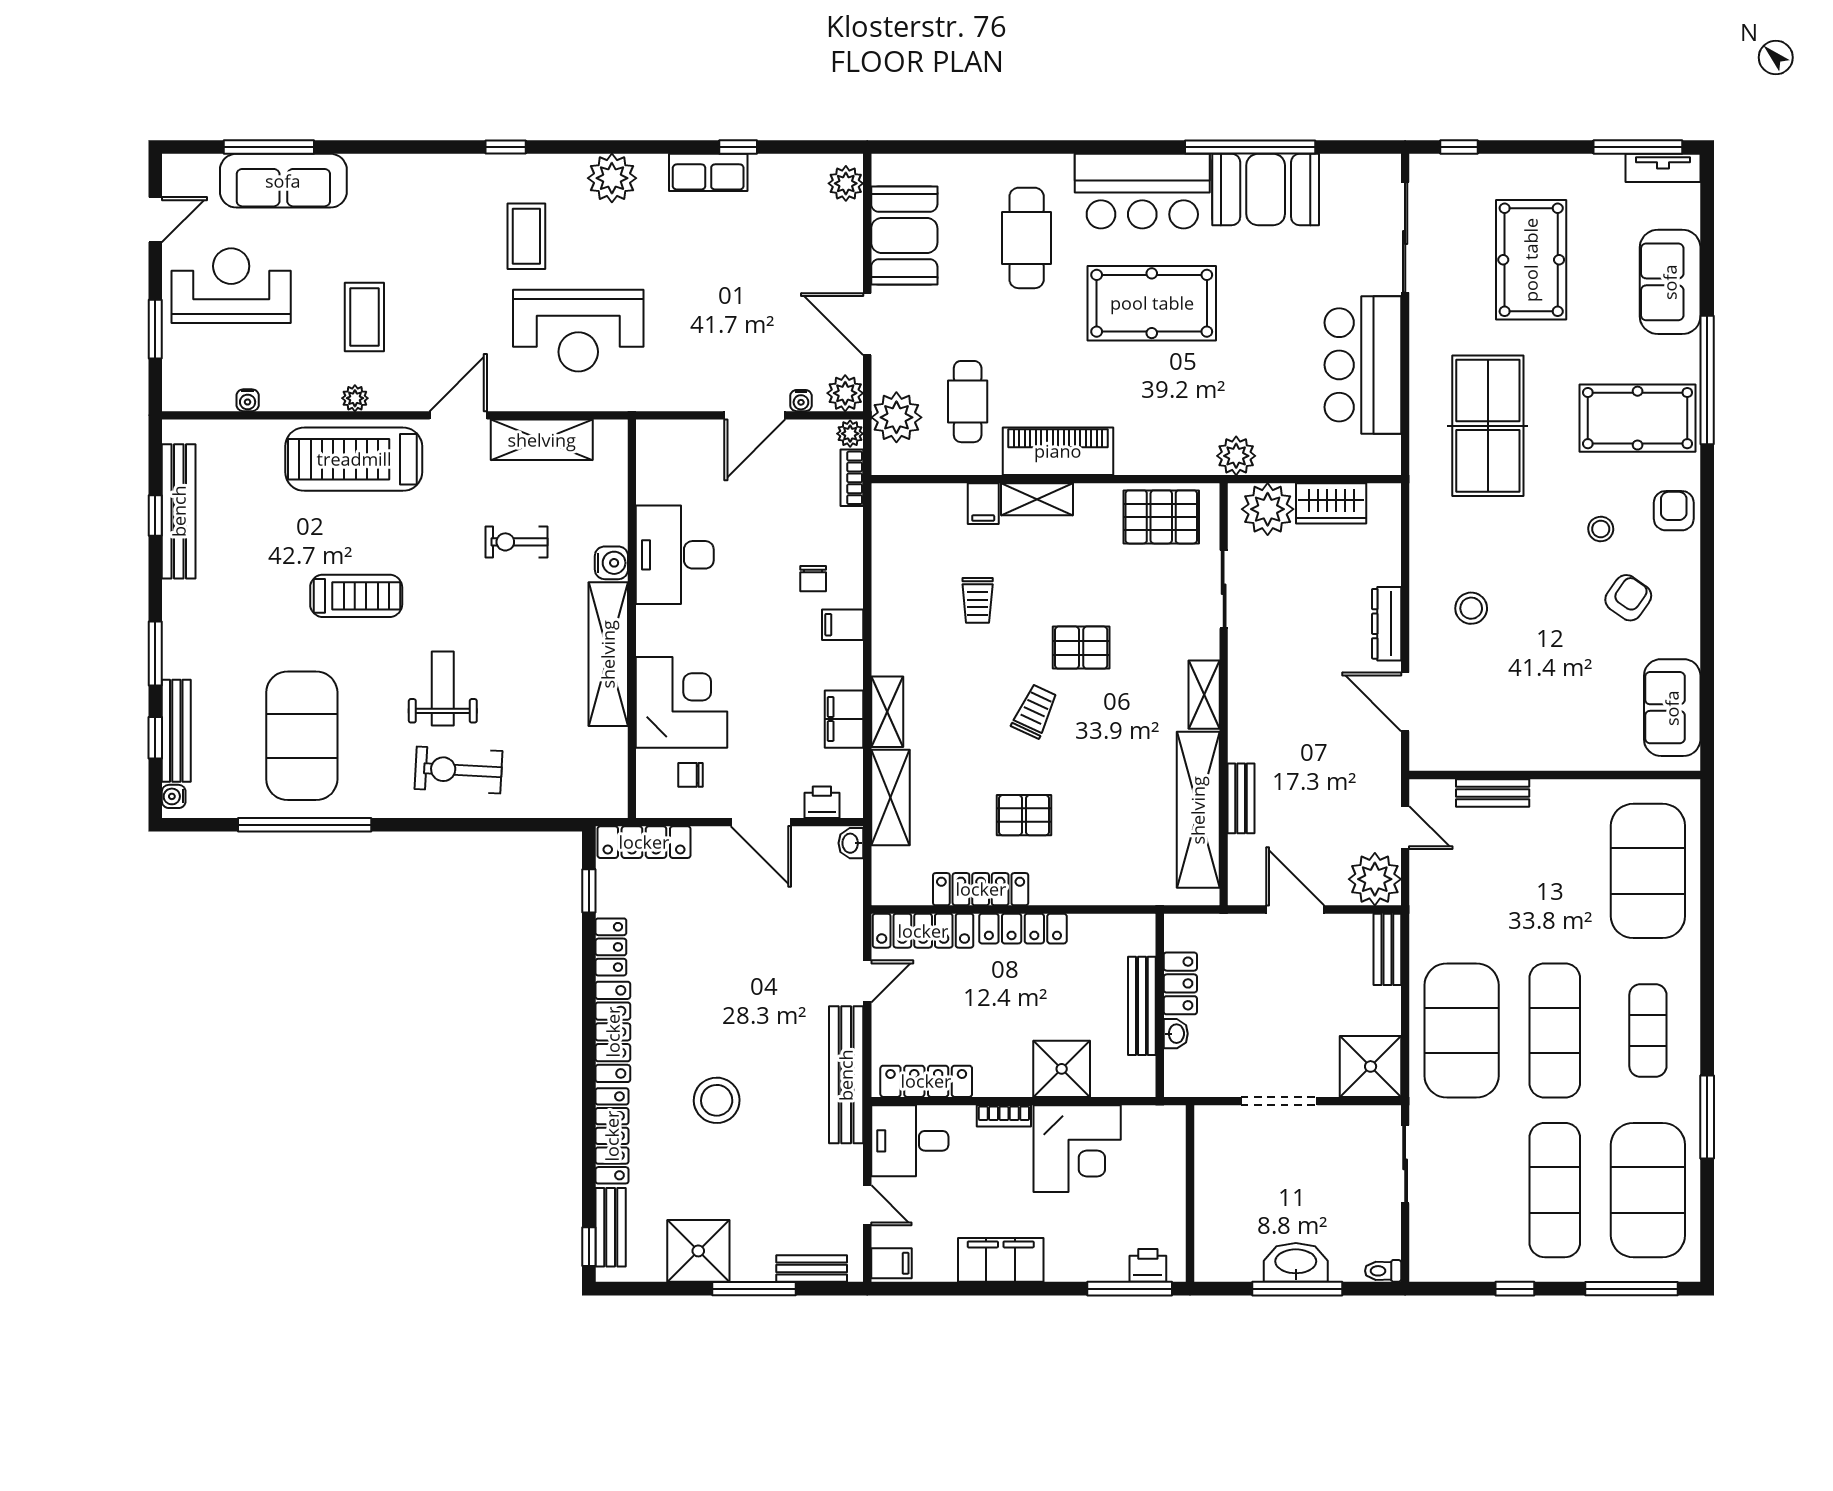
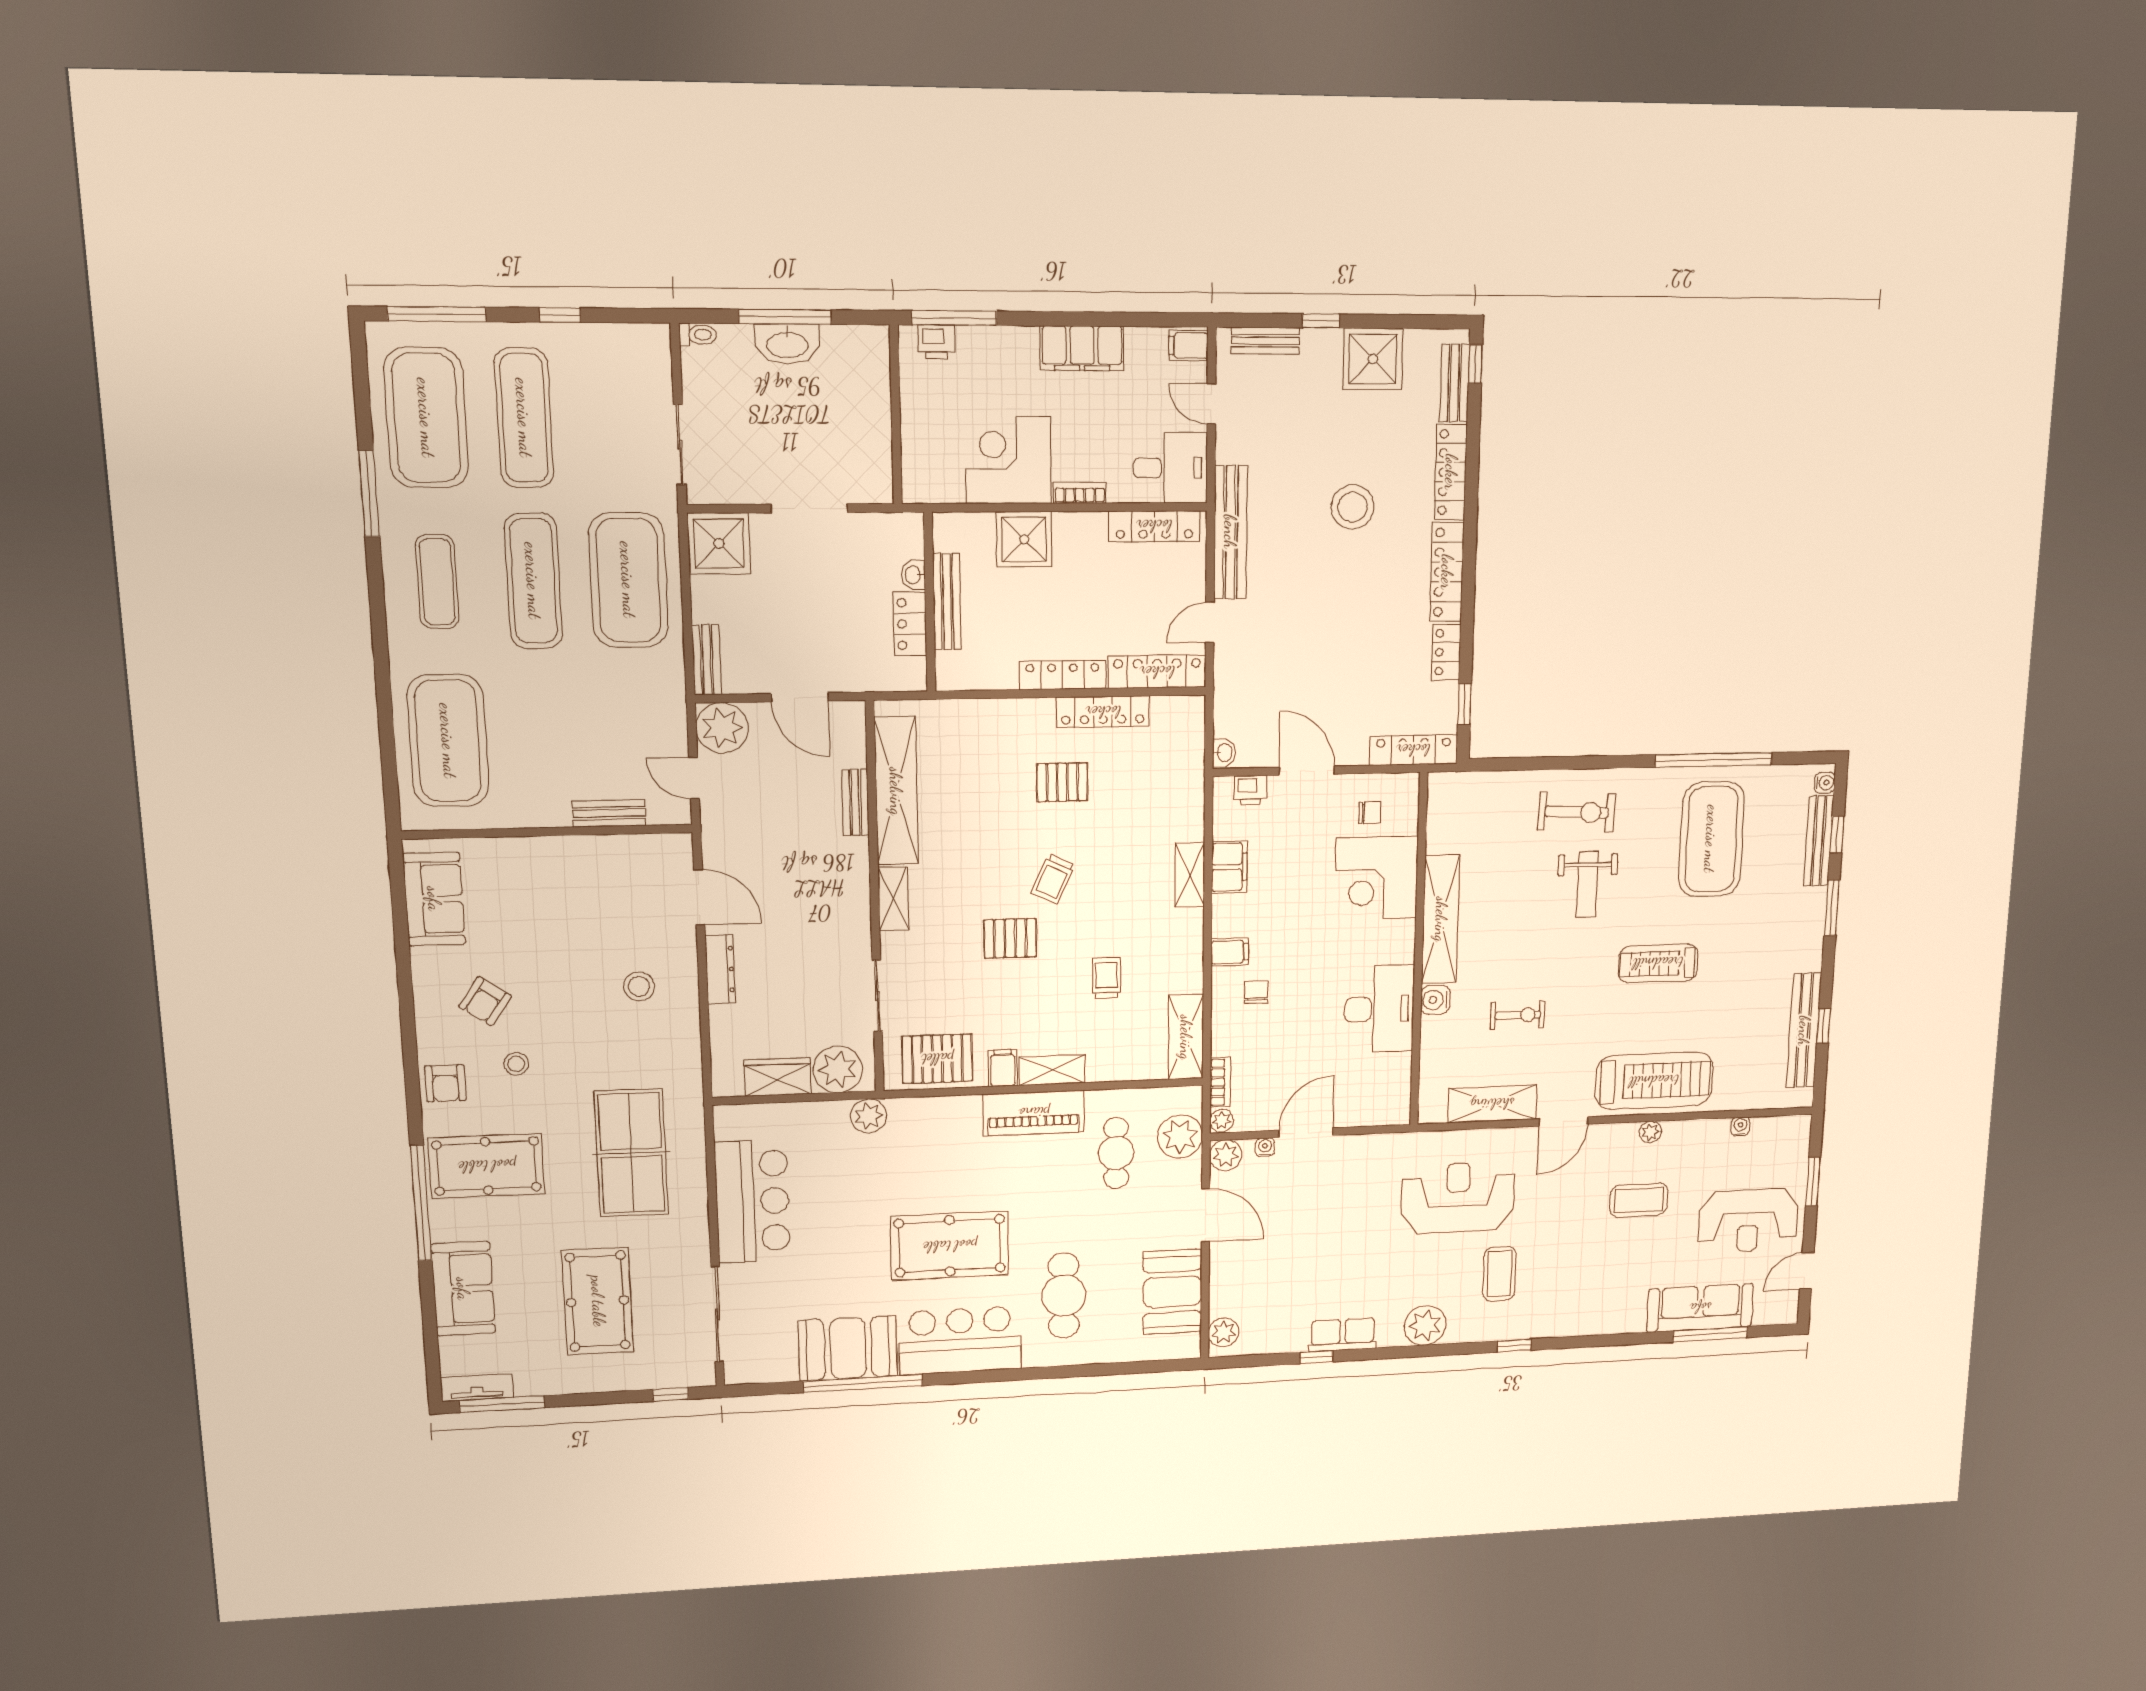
coffee table: (364, 317) -> (1639, 1200), turned 90
filing cabinet: (983, 504) -> (1003, 1068), moved
shelving: (890, 798) -> (1186, 1037), moved
window: (754, 1289) -> (1321, 321), width x0.46

